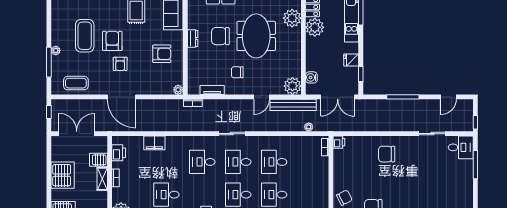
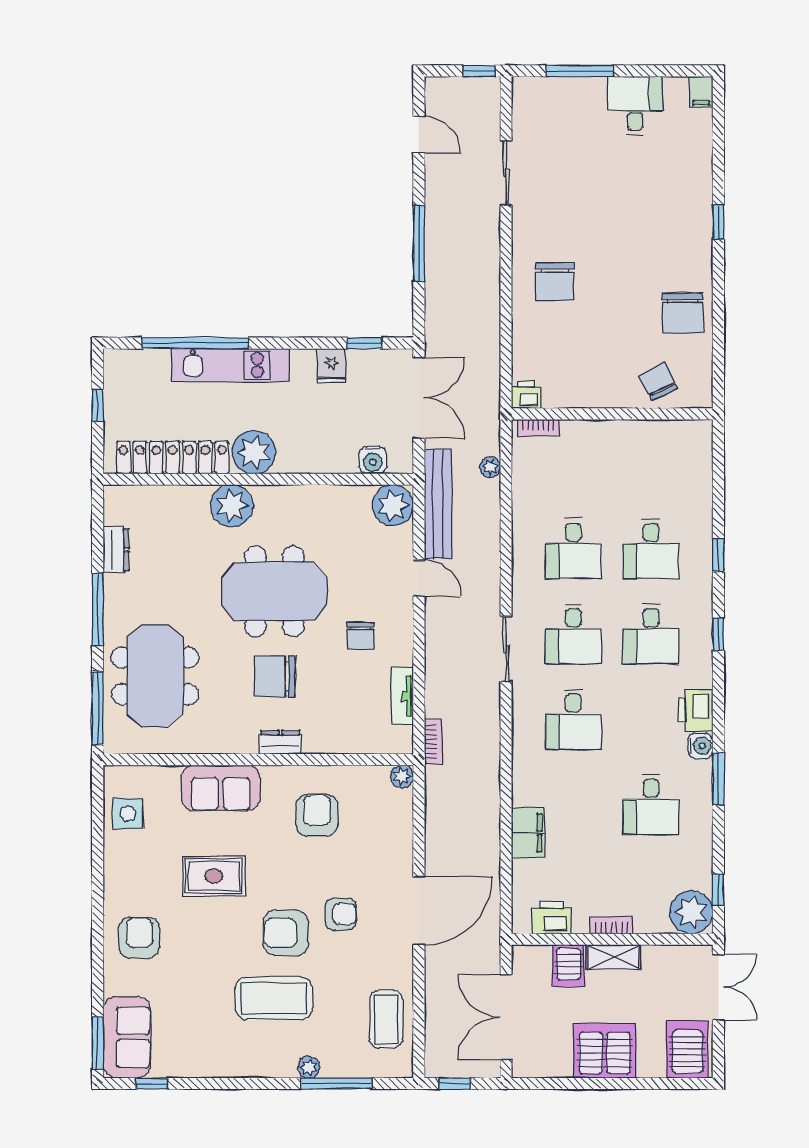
chair: (220, 36) -> (275, 676), turned 90
desk: (461, 147) -> (635, 106), moved

